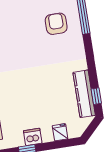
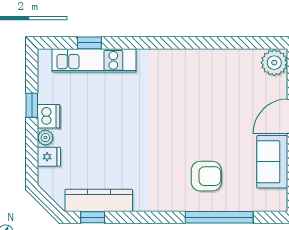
plant: (48, 137) -> (45, 138), added

